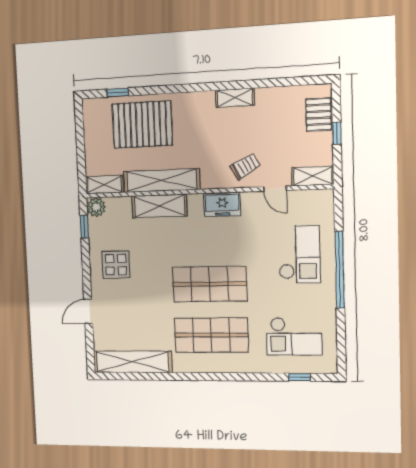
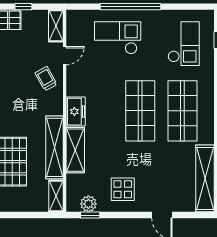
freezer: (222, 204) -> (76, 112), moved
plant: (96, 207) -> (88, 204), moved

